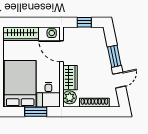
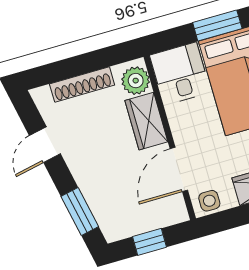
door: (62, 51) -> (179, 169), swing flipped
window: (114, 56) -> (80, 212), moved
window: (36, 112) -> (217, 25), moved

